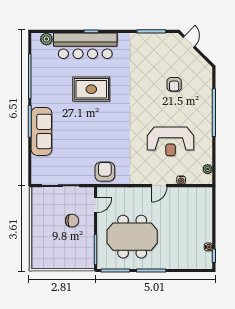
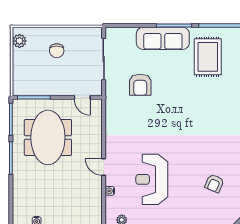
armchair: (174, 84) -> (214, 183), turned -67
rug: (91, 89) -> (208, 57), moved
armchair: (105, 172) -> (140, 85), moved, turned 90
chair: (72, 221) -> (57, 51), moved
plant: (44, 263) -> (19, 41), added

